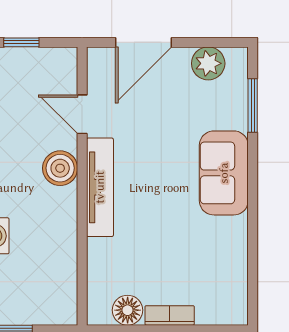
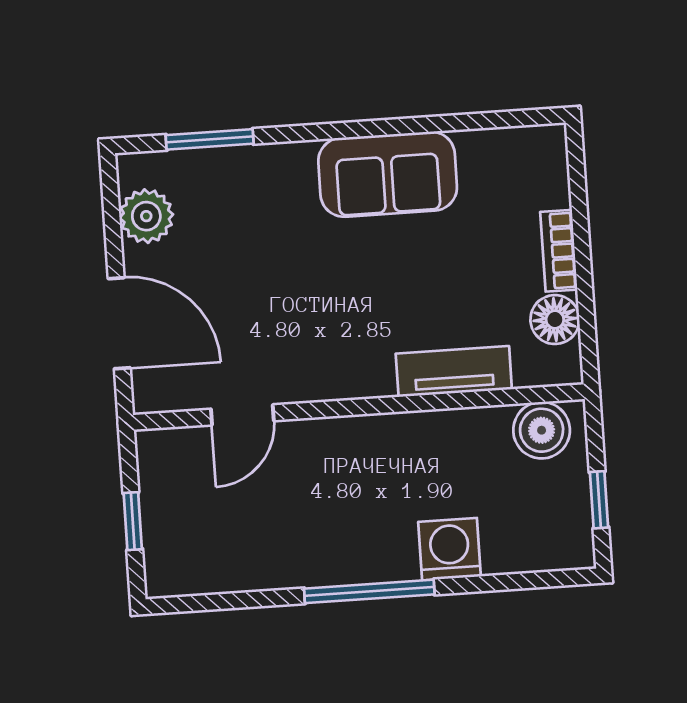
boiler: (60, 168) -> (542, 430), moved
sofa: (224, 173) -> (388, 174), moved
tv unit: (100, 187) -> (454, 371), moved, width x0.71

